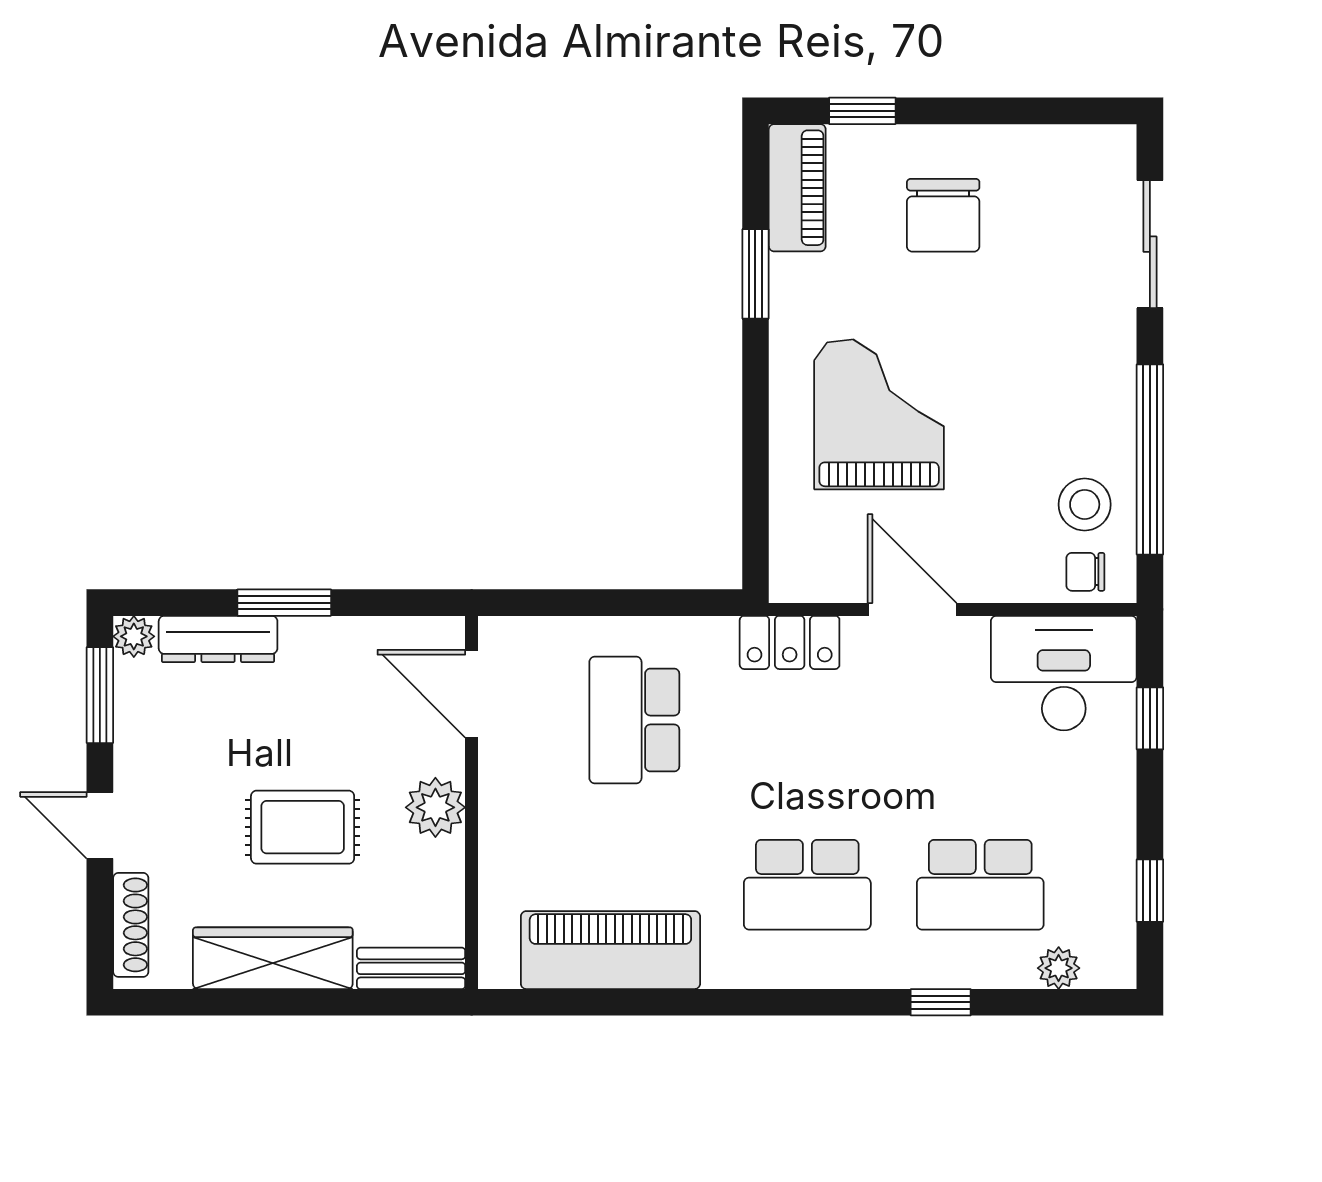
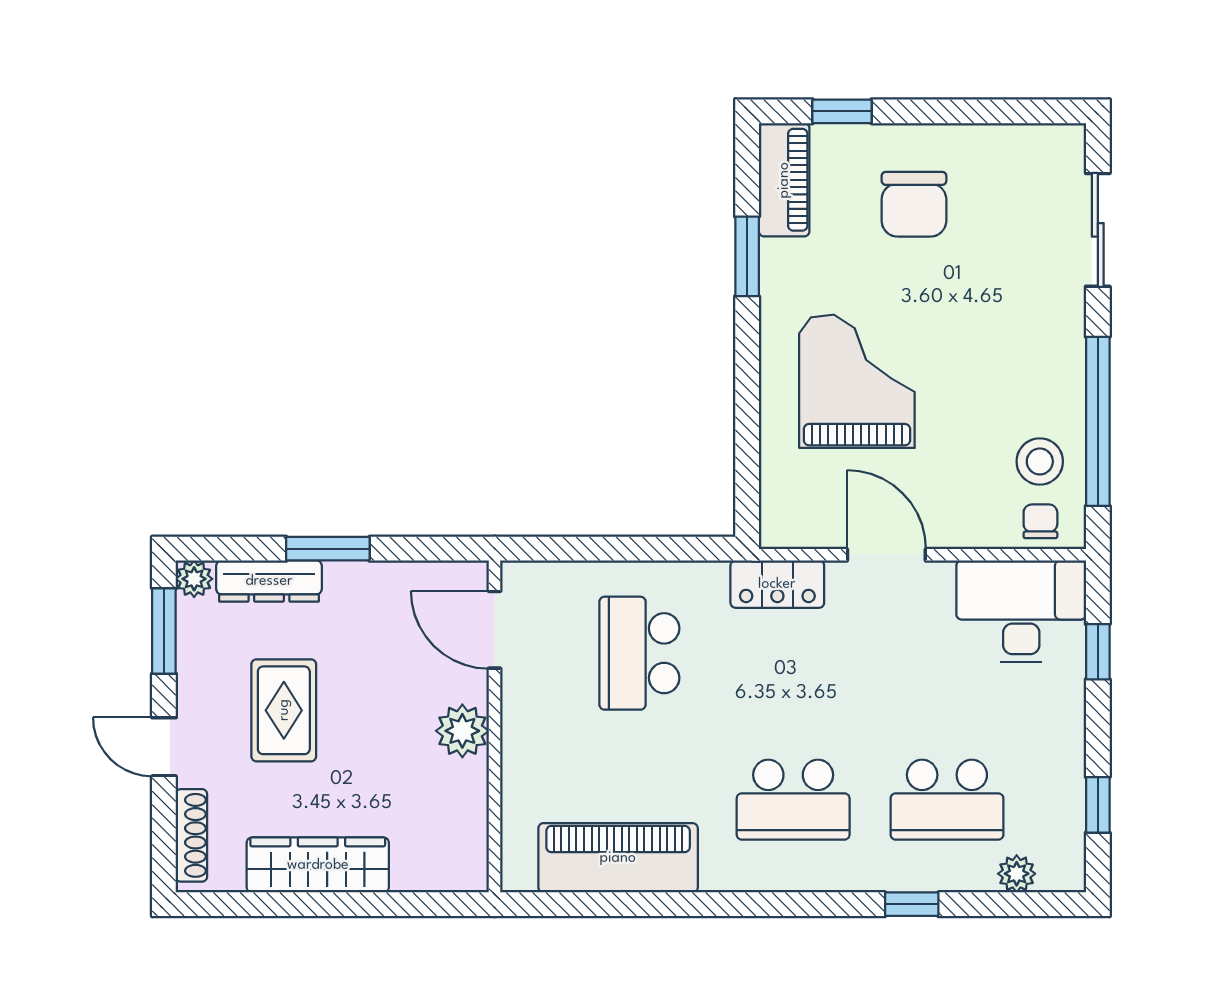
chair: (1085, 572) -> (1040, 521), turned 90
rug: (303, 827) -> (284, 710), moved, turned 90
bench: (411, 968) -> (441, 874), removed

